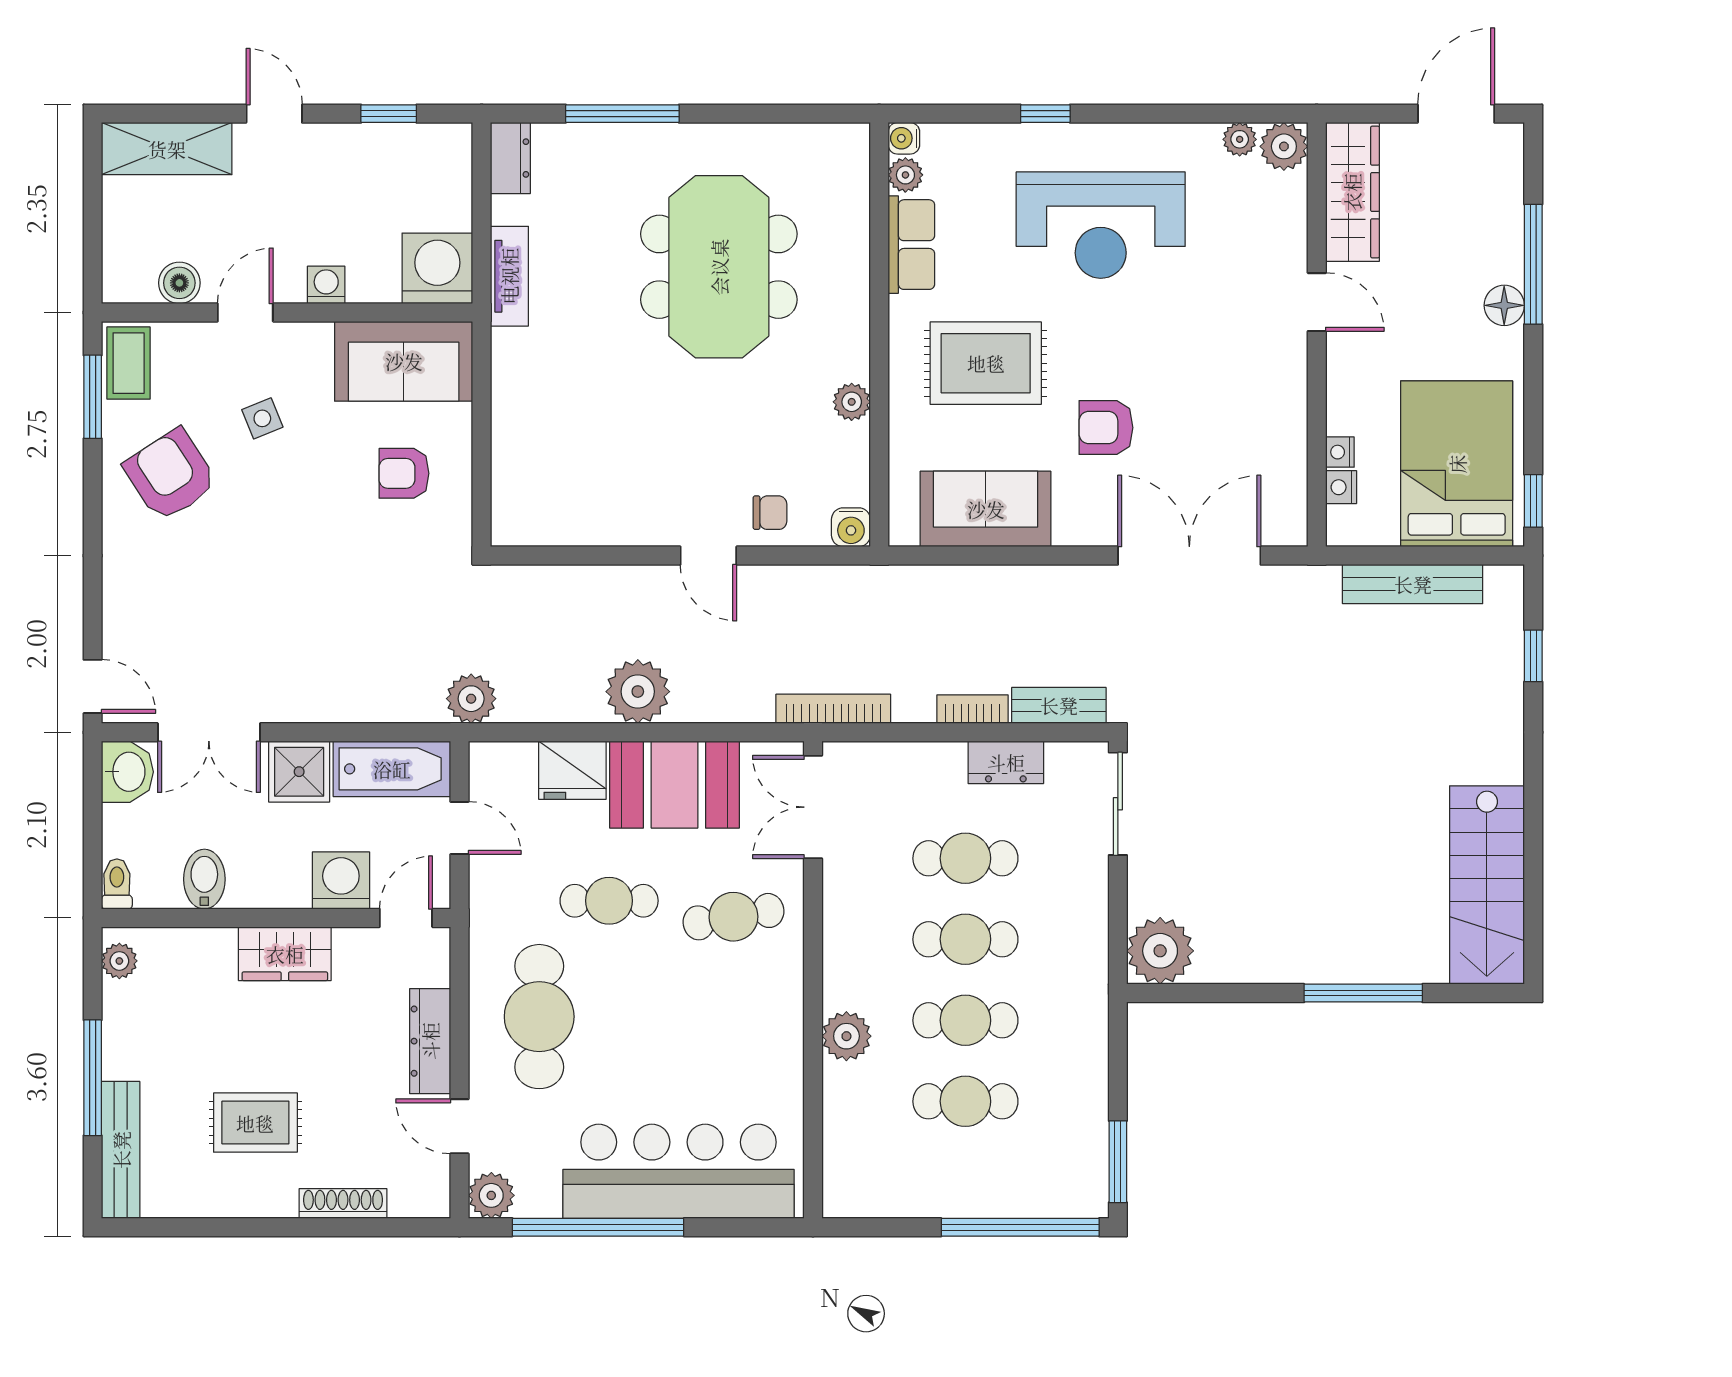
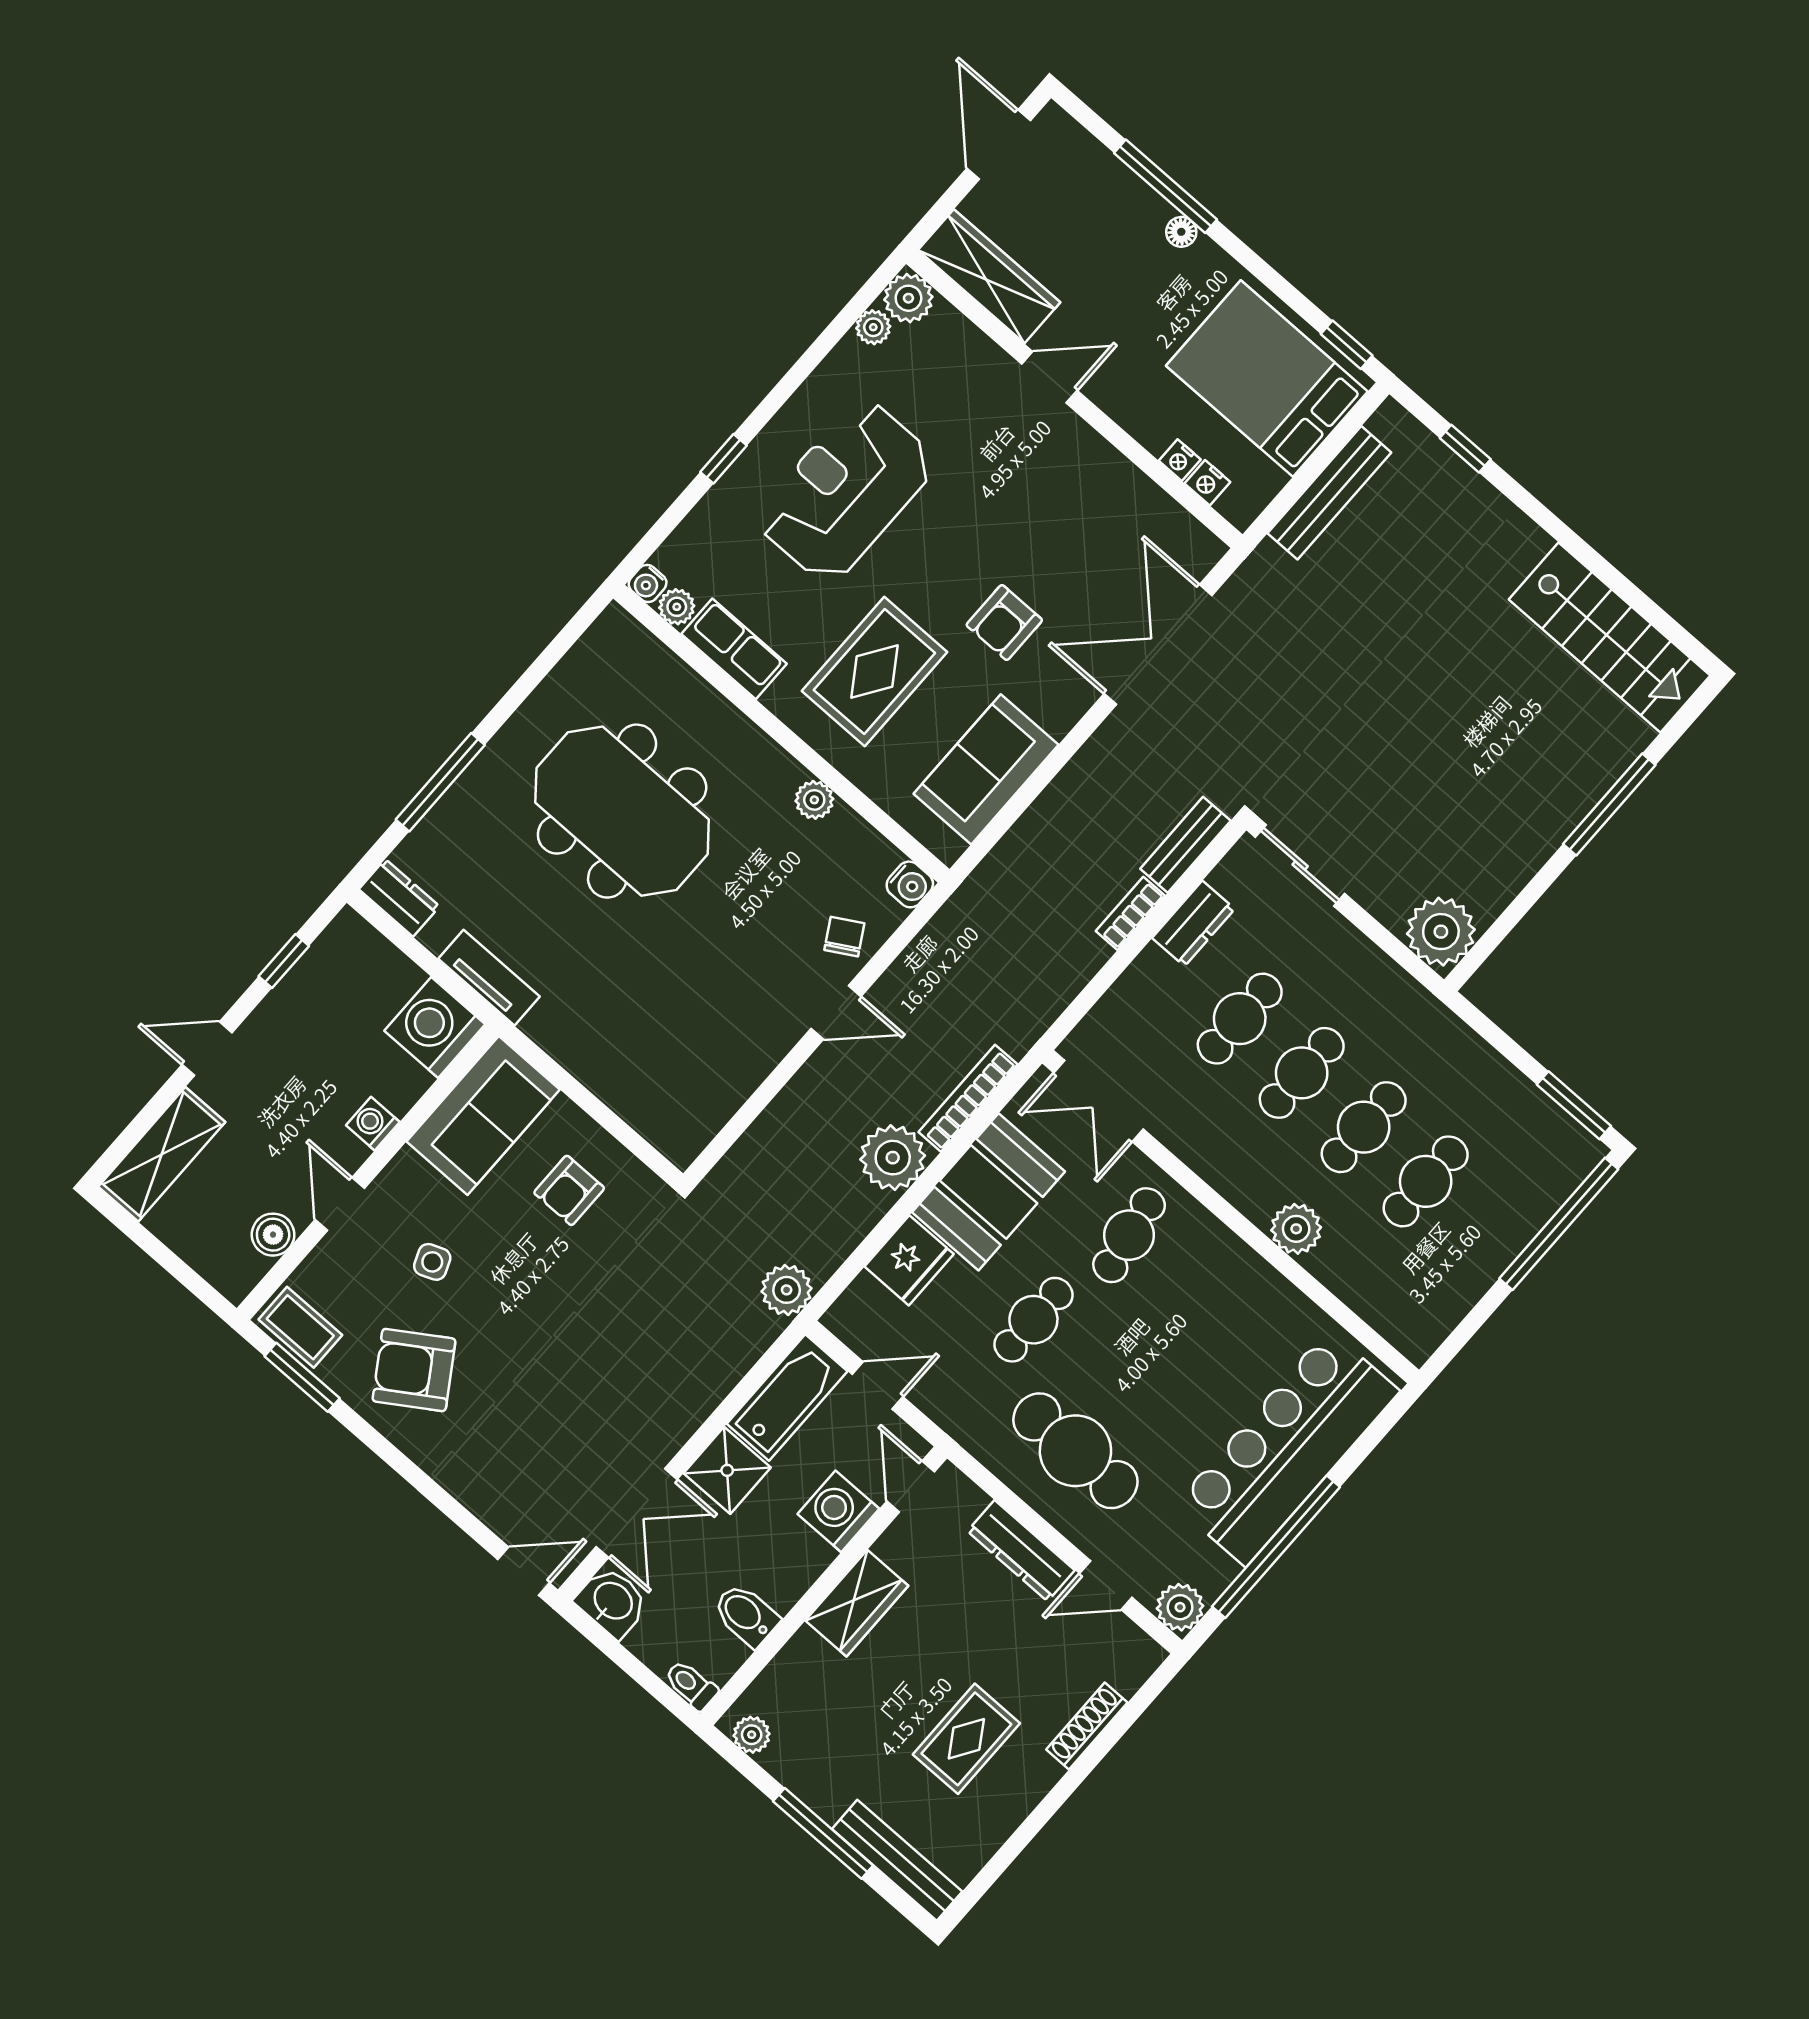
reception desk: (1101, 225) -> (846, 491), turned 180
floor lamp: (1504, 305) -> (1181, 232), width x0.73, depth x0.73
chair: (770, 513) -> (844, 937), turned -30
bookcase: (833, 709) -> (968, 1098), moved

